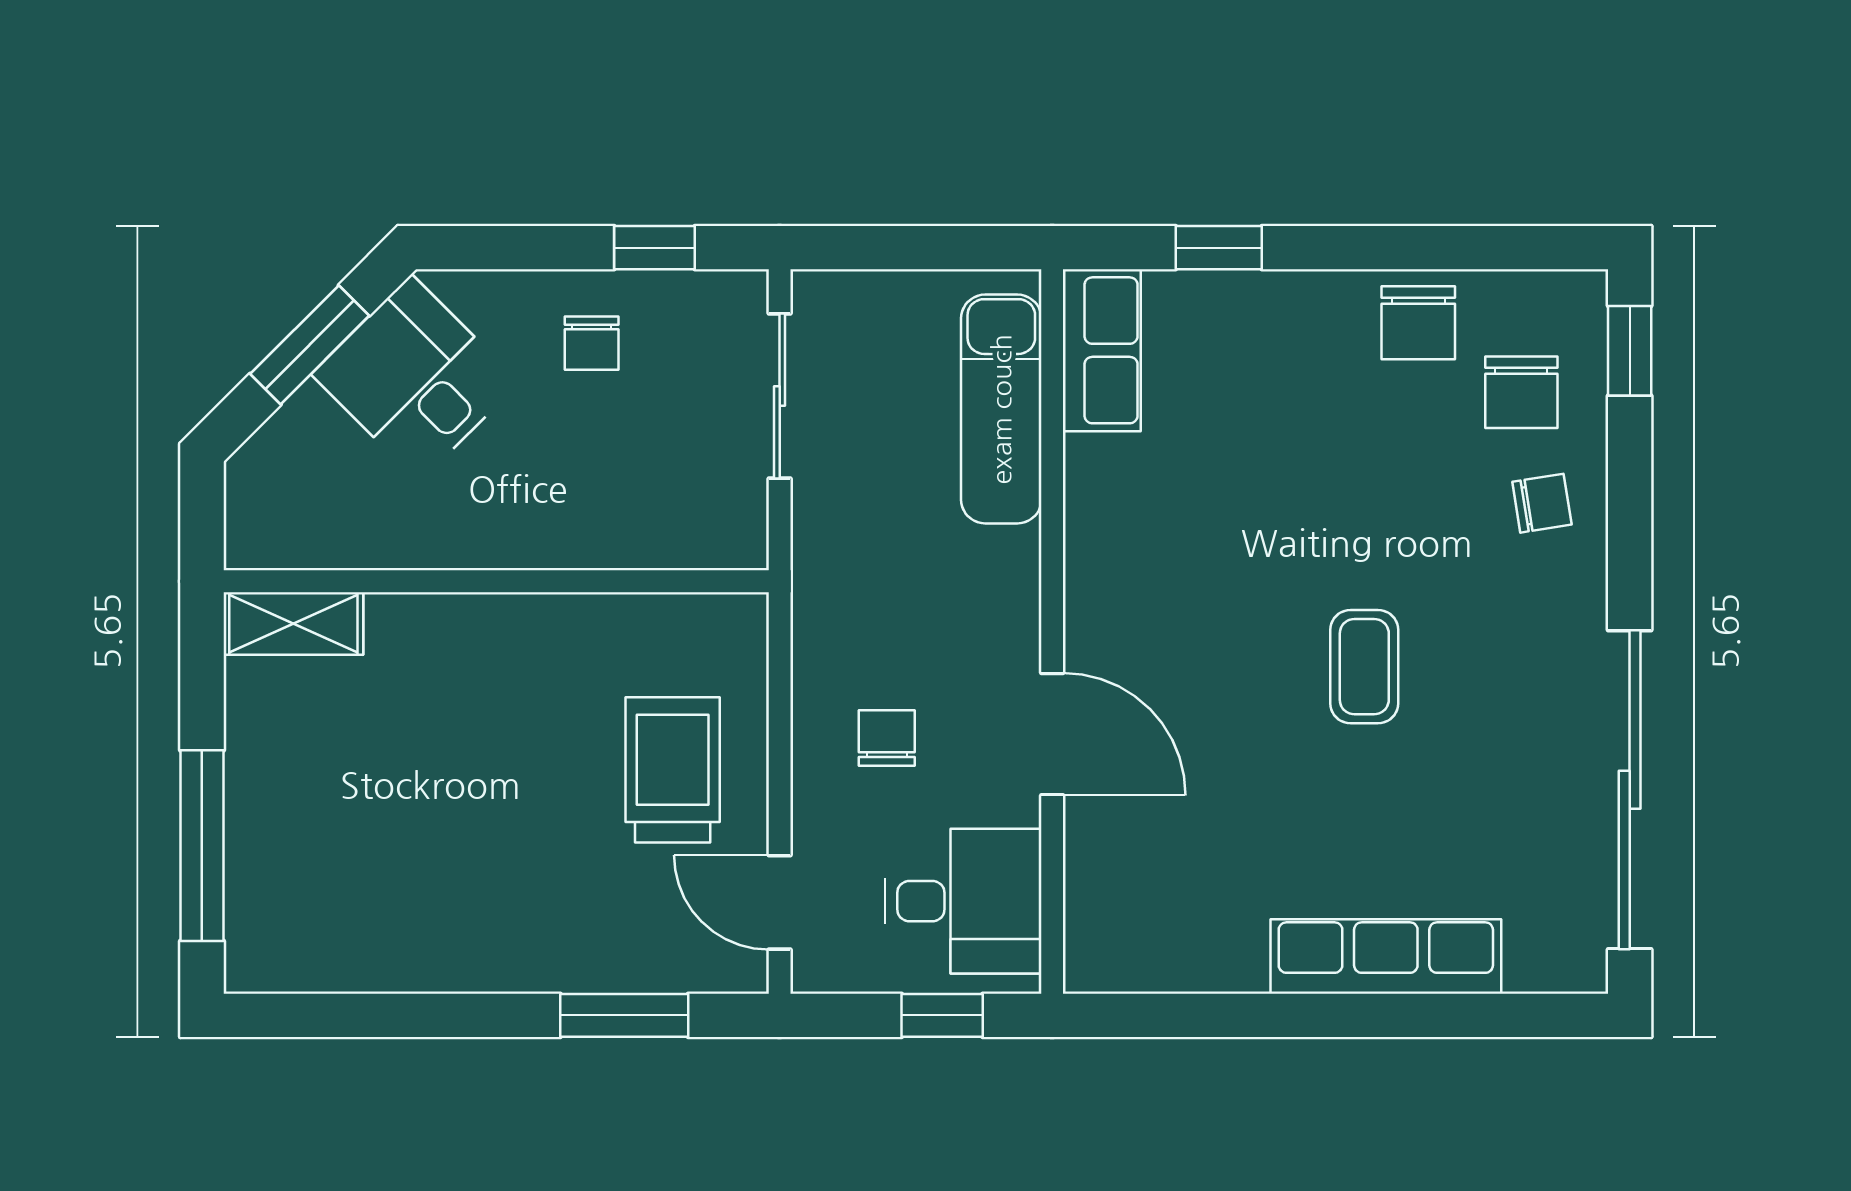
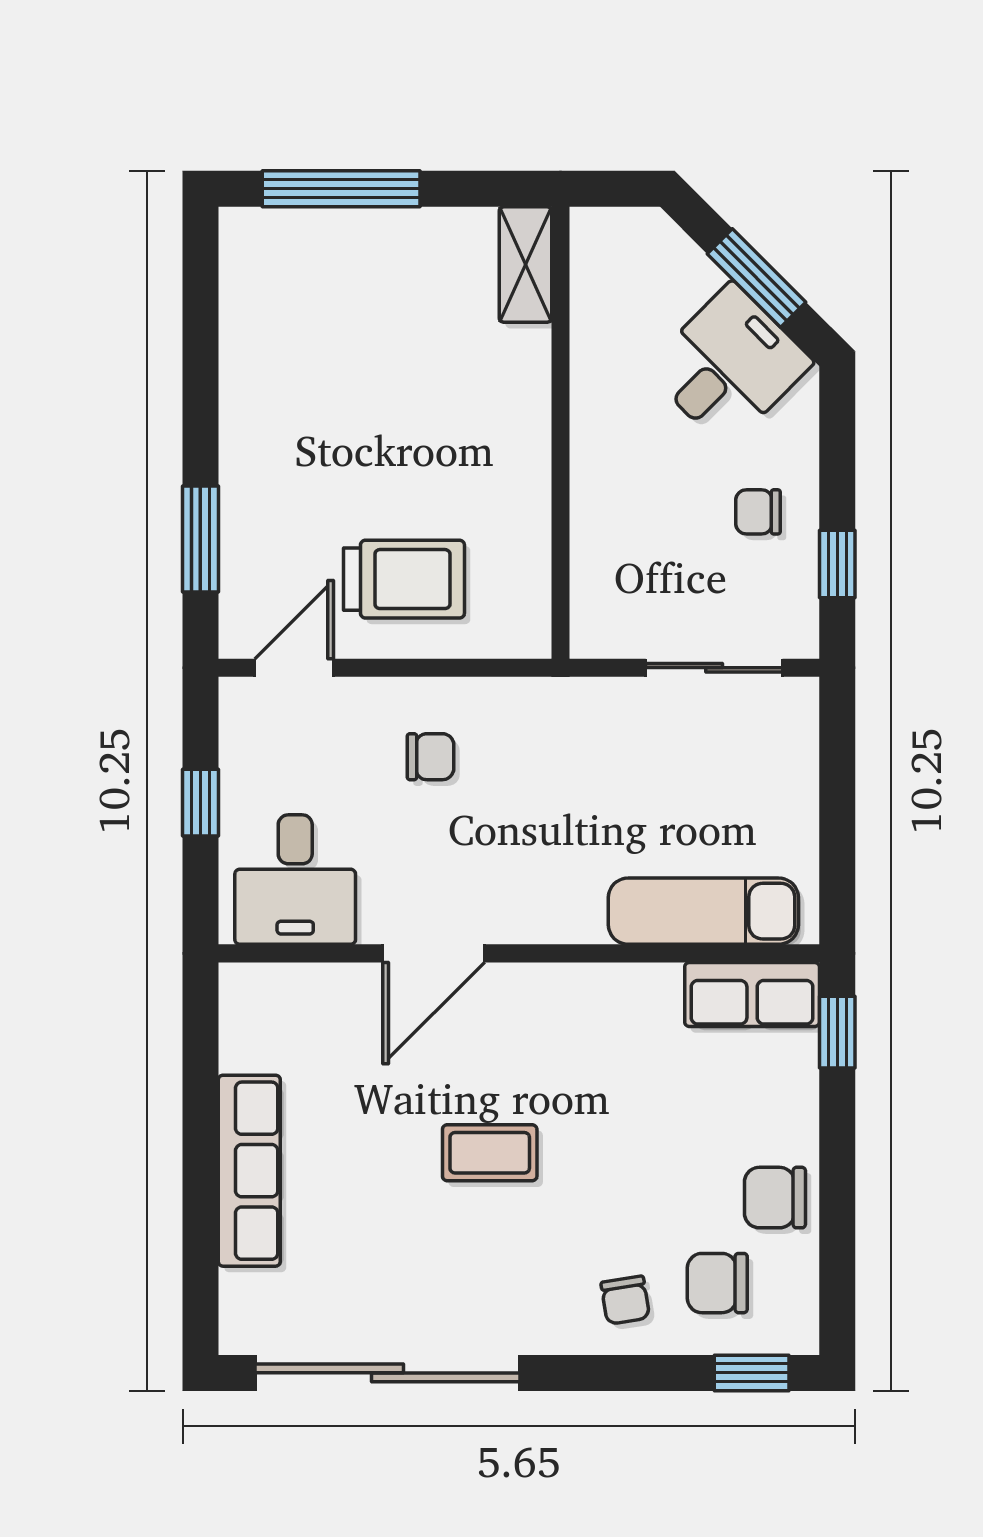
row of seats: (1102, 350) -> (752, 994), moved
exam couch: (1001, 409) -> (703, 911), moved
wall: (1052, 631) -> (519, 953), moved
door: (1052, 734) -> (434, 953), moved
desk: (963, 901) -> (295, 880), moved

